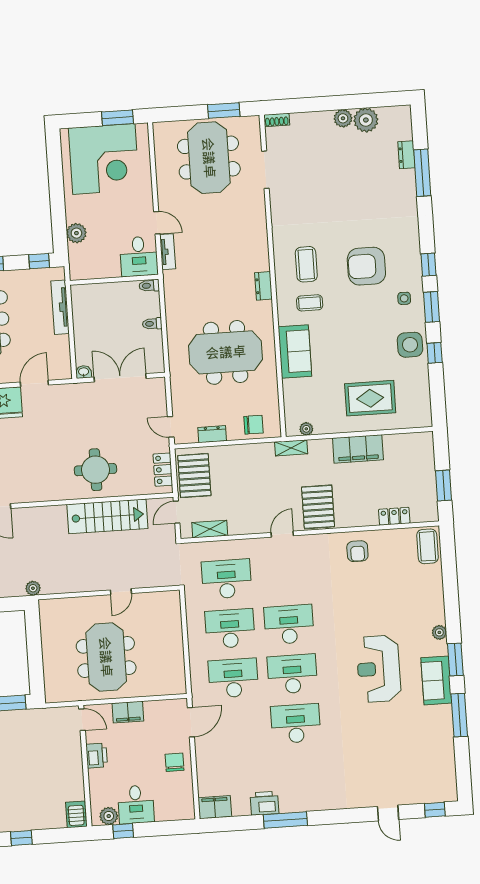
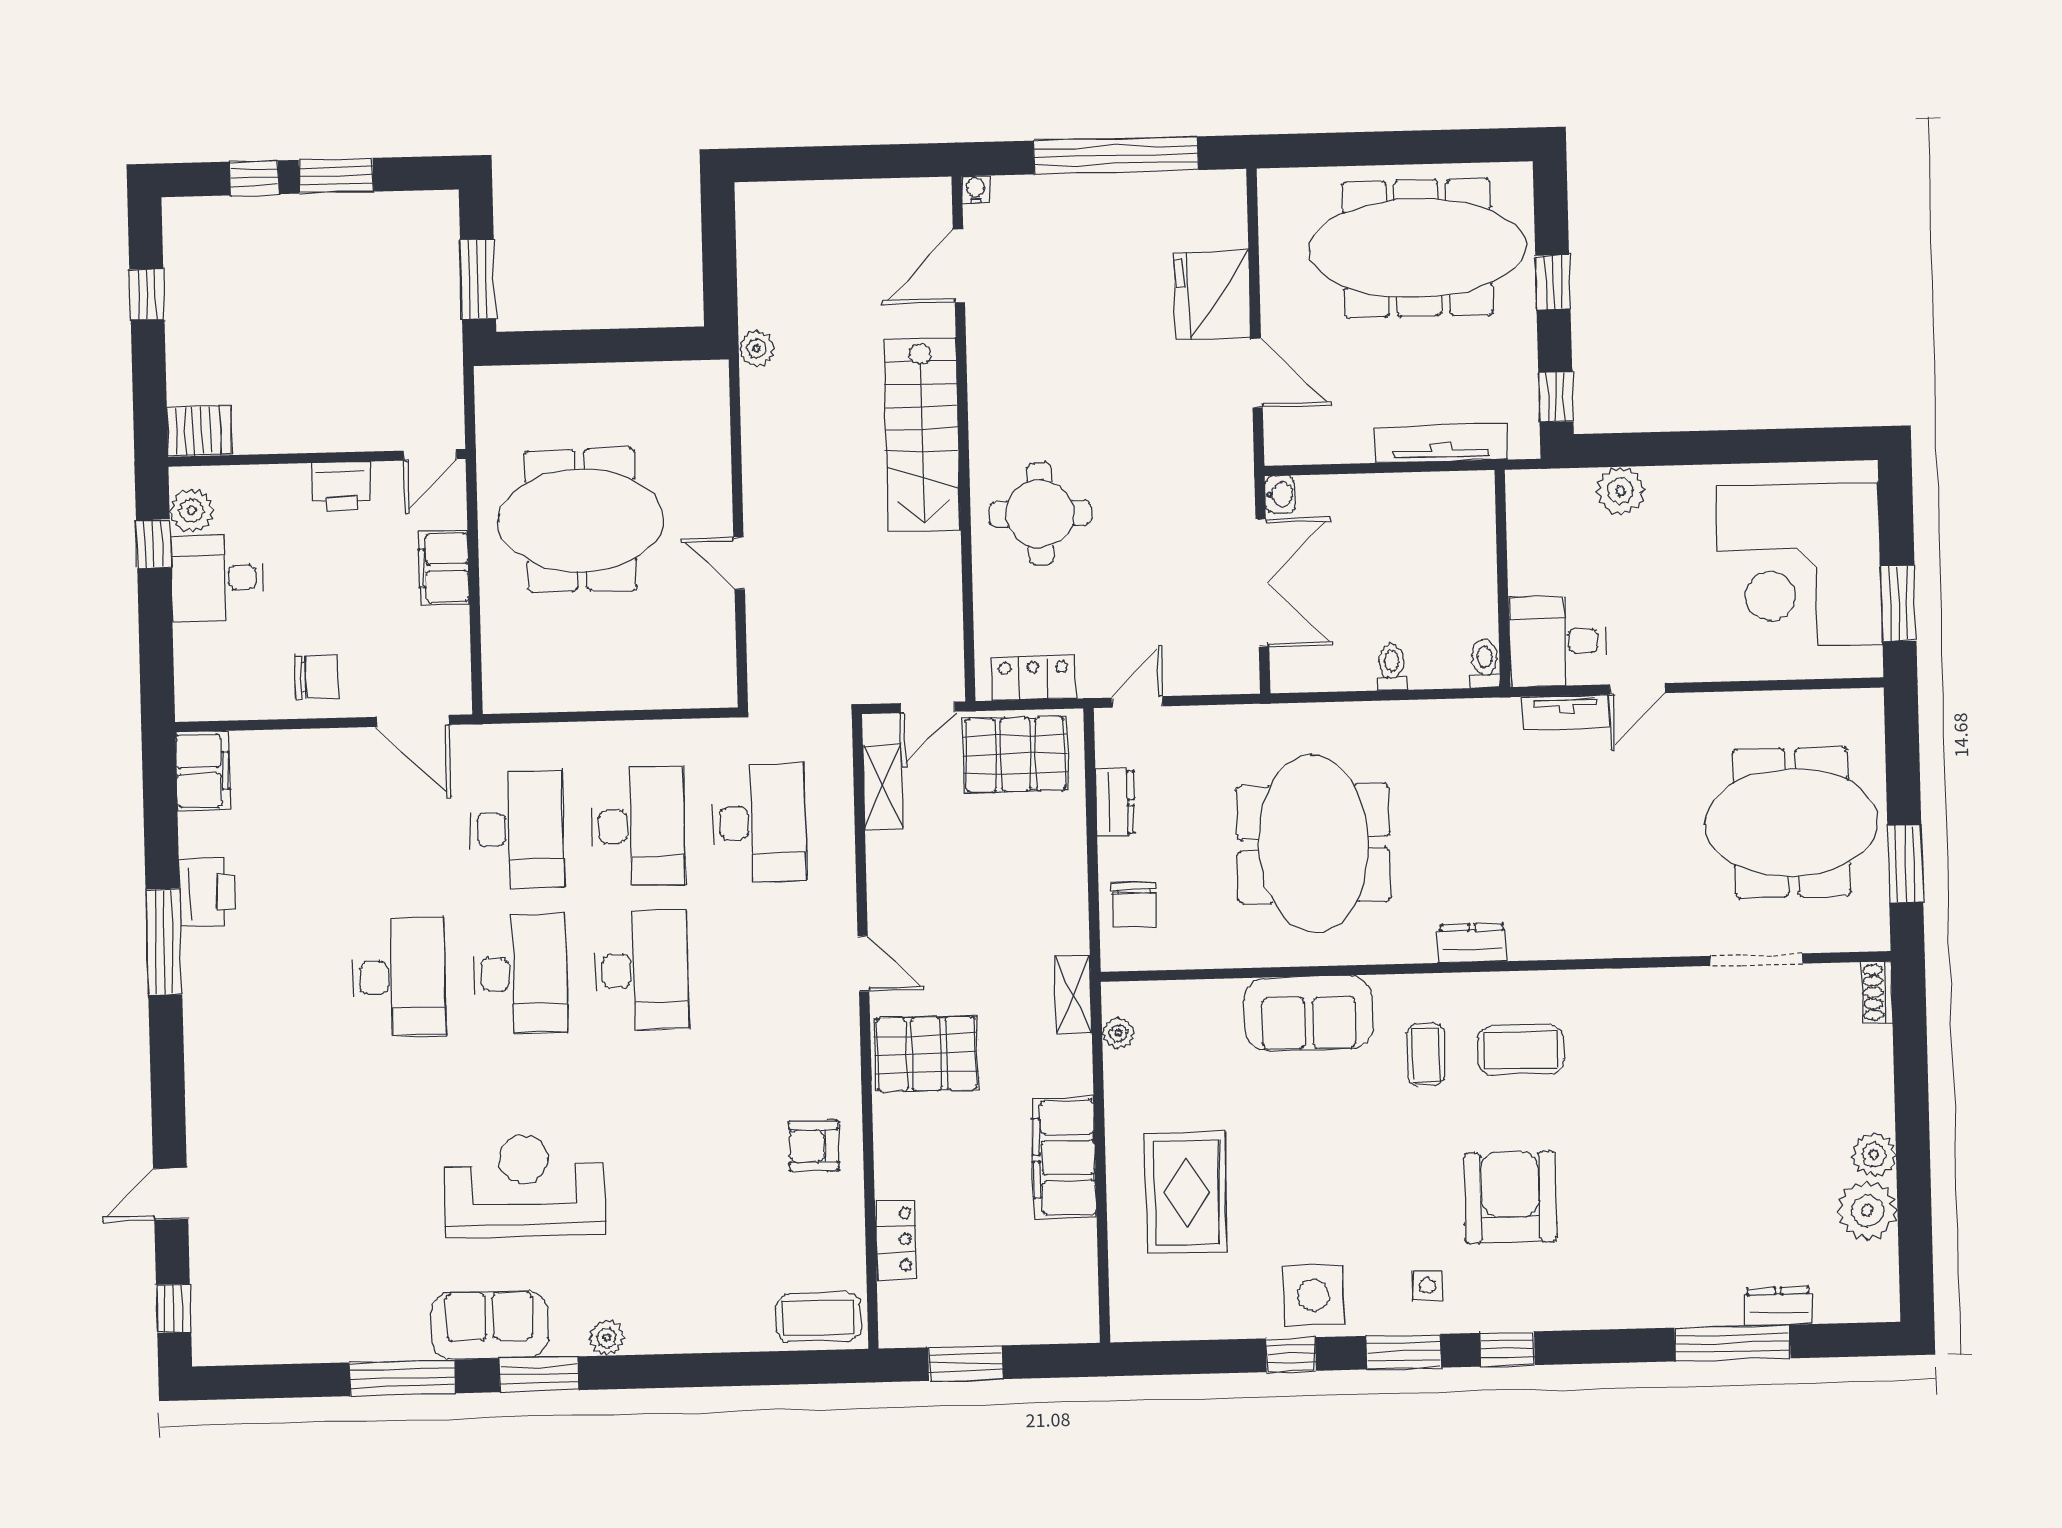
door: (177, 512) -> (928, 707), swing flipped
stairs: (107, 516) -> (922, 435), moved

